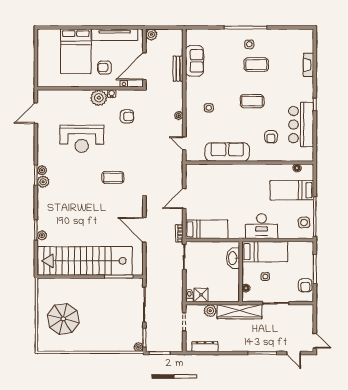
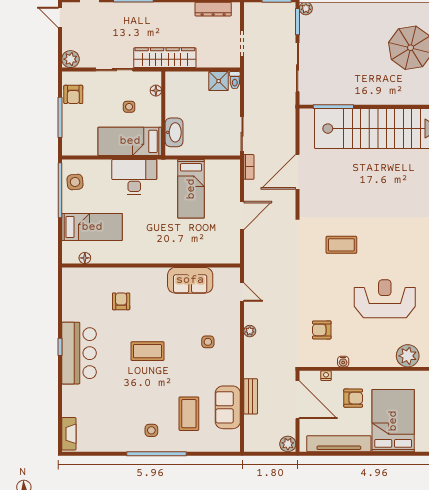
coffee table: (256, 65) -> (189, 414), moved, turned 90
fireplace: (308, 65) -> (69, 434), moved
door: (144, 66) -> (298, 400), hinge flipped
plant: (99, 98) -> (408, 356), moved
bar counter: (301, 125) -> (79, 353), moved
sofa: (227, 152) -> (190, 280), width x0.73
bed: (207, 229) -> (191, 189), moved, turned -90
door: (144, 230) -> (298, 172), swing flipped
armchair: (305, 285) -> (73, 94), turned 180
plant: (210, 311) -> (70, 59), moved

